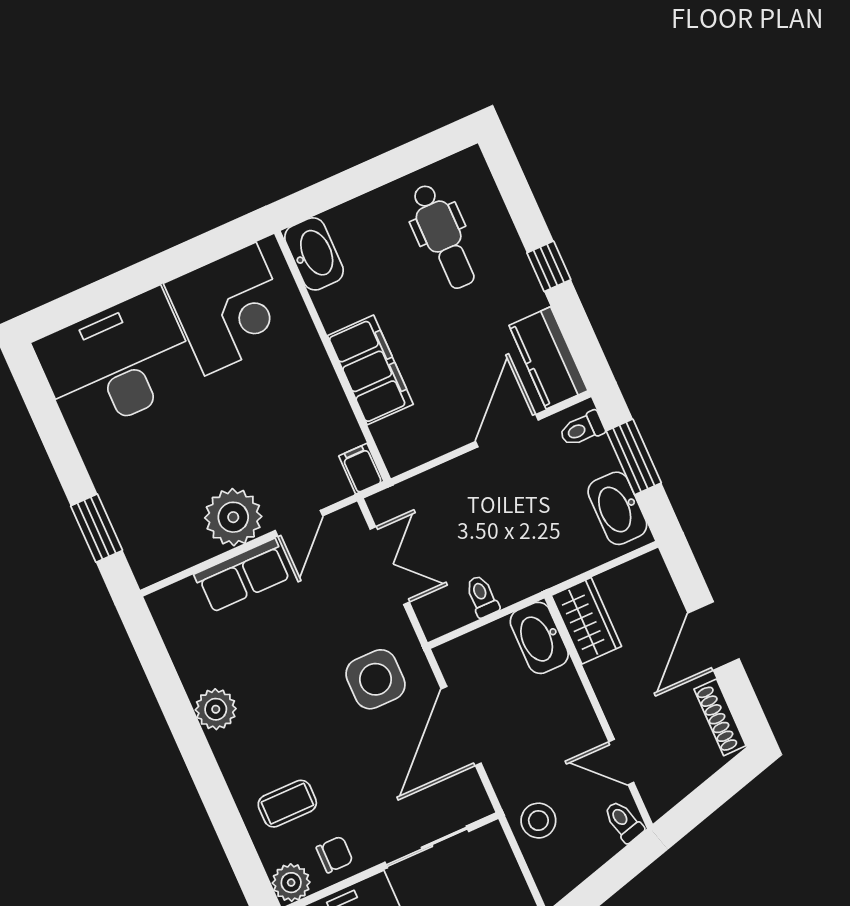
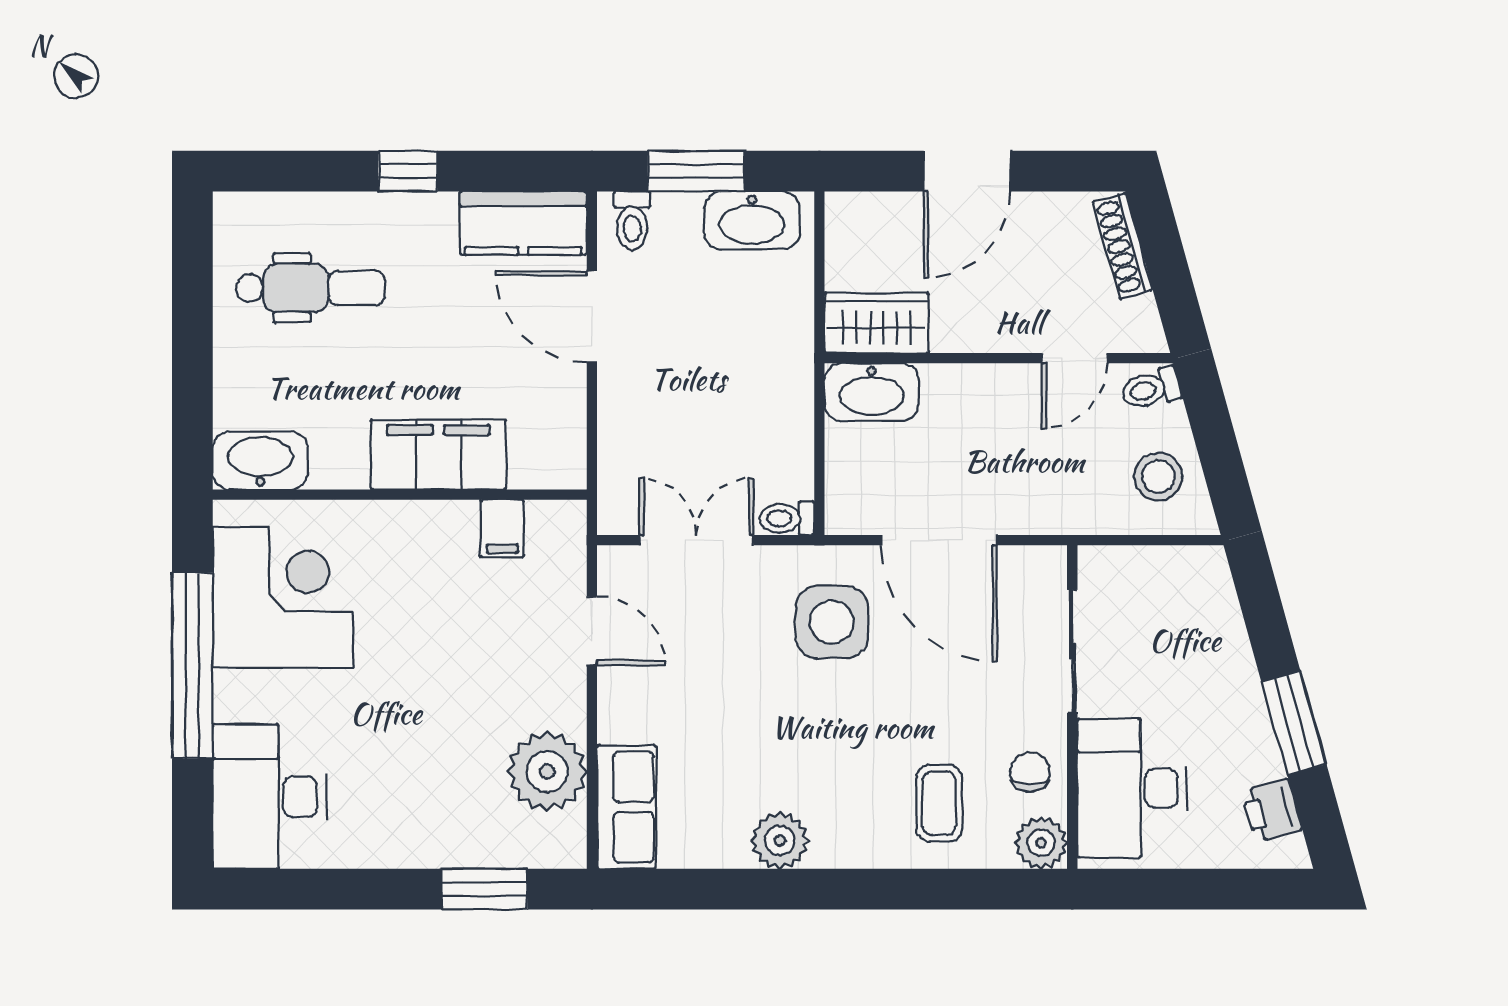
window: (158, 269) -> (192, 666), added
desk: (117, 362) -> (269, 797), width x0.73, depth x0.77
filing cabinet: (361, 469) -> (502, 529), moved, turned -90
plant: (233, 517) -> (547, 772), moved
row of seats: (243, 576) -> (626, 807), moved
toilet: (482, 596) -> (787, 518), moved
door: (713, 636) -> (967, 171), hinge flipped
shoe rack: (720, 717) -> (1123, 246), moved, turned 74
stool: (538, 821) -> (1158, 476), moved

